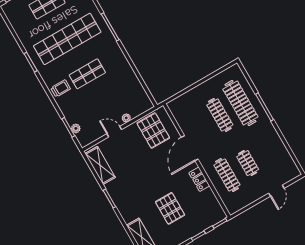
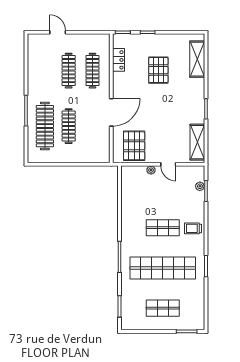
clothes rail: (248, 163) -> (69, 71), width x1.36
locker: (199, 179) -> (119, 60), moved
door: (276, 191) -> (58, 32), hinge flipped

